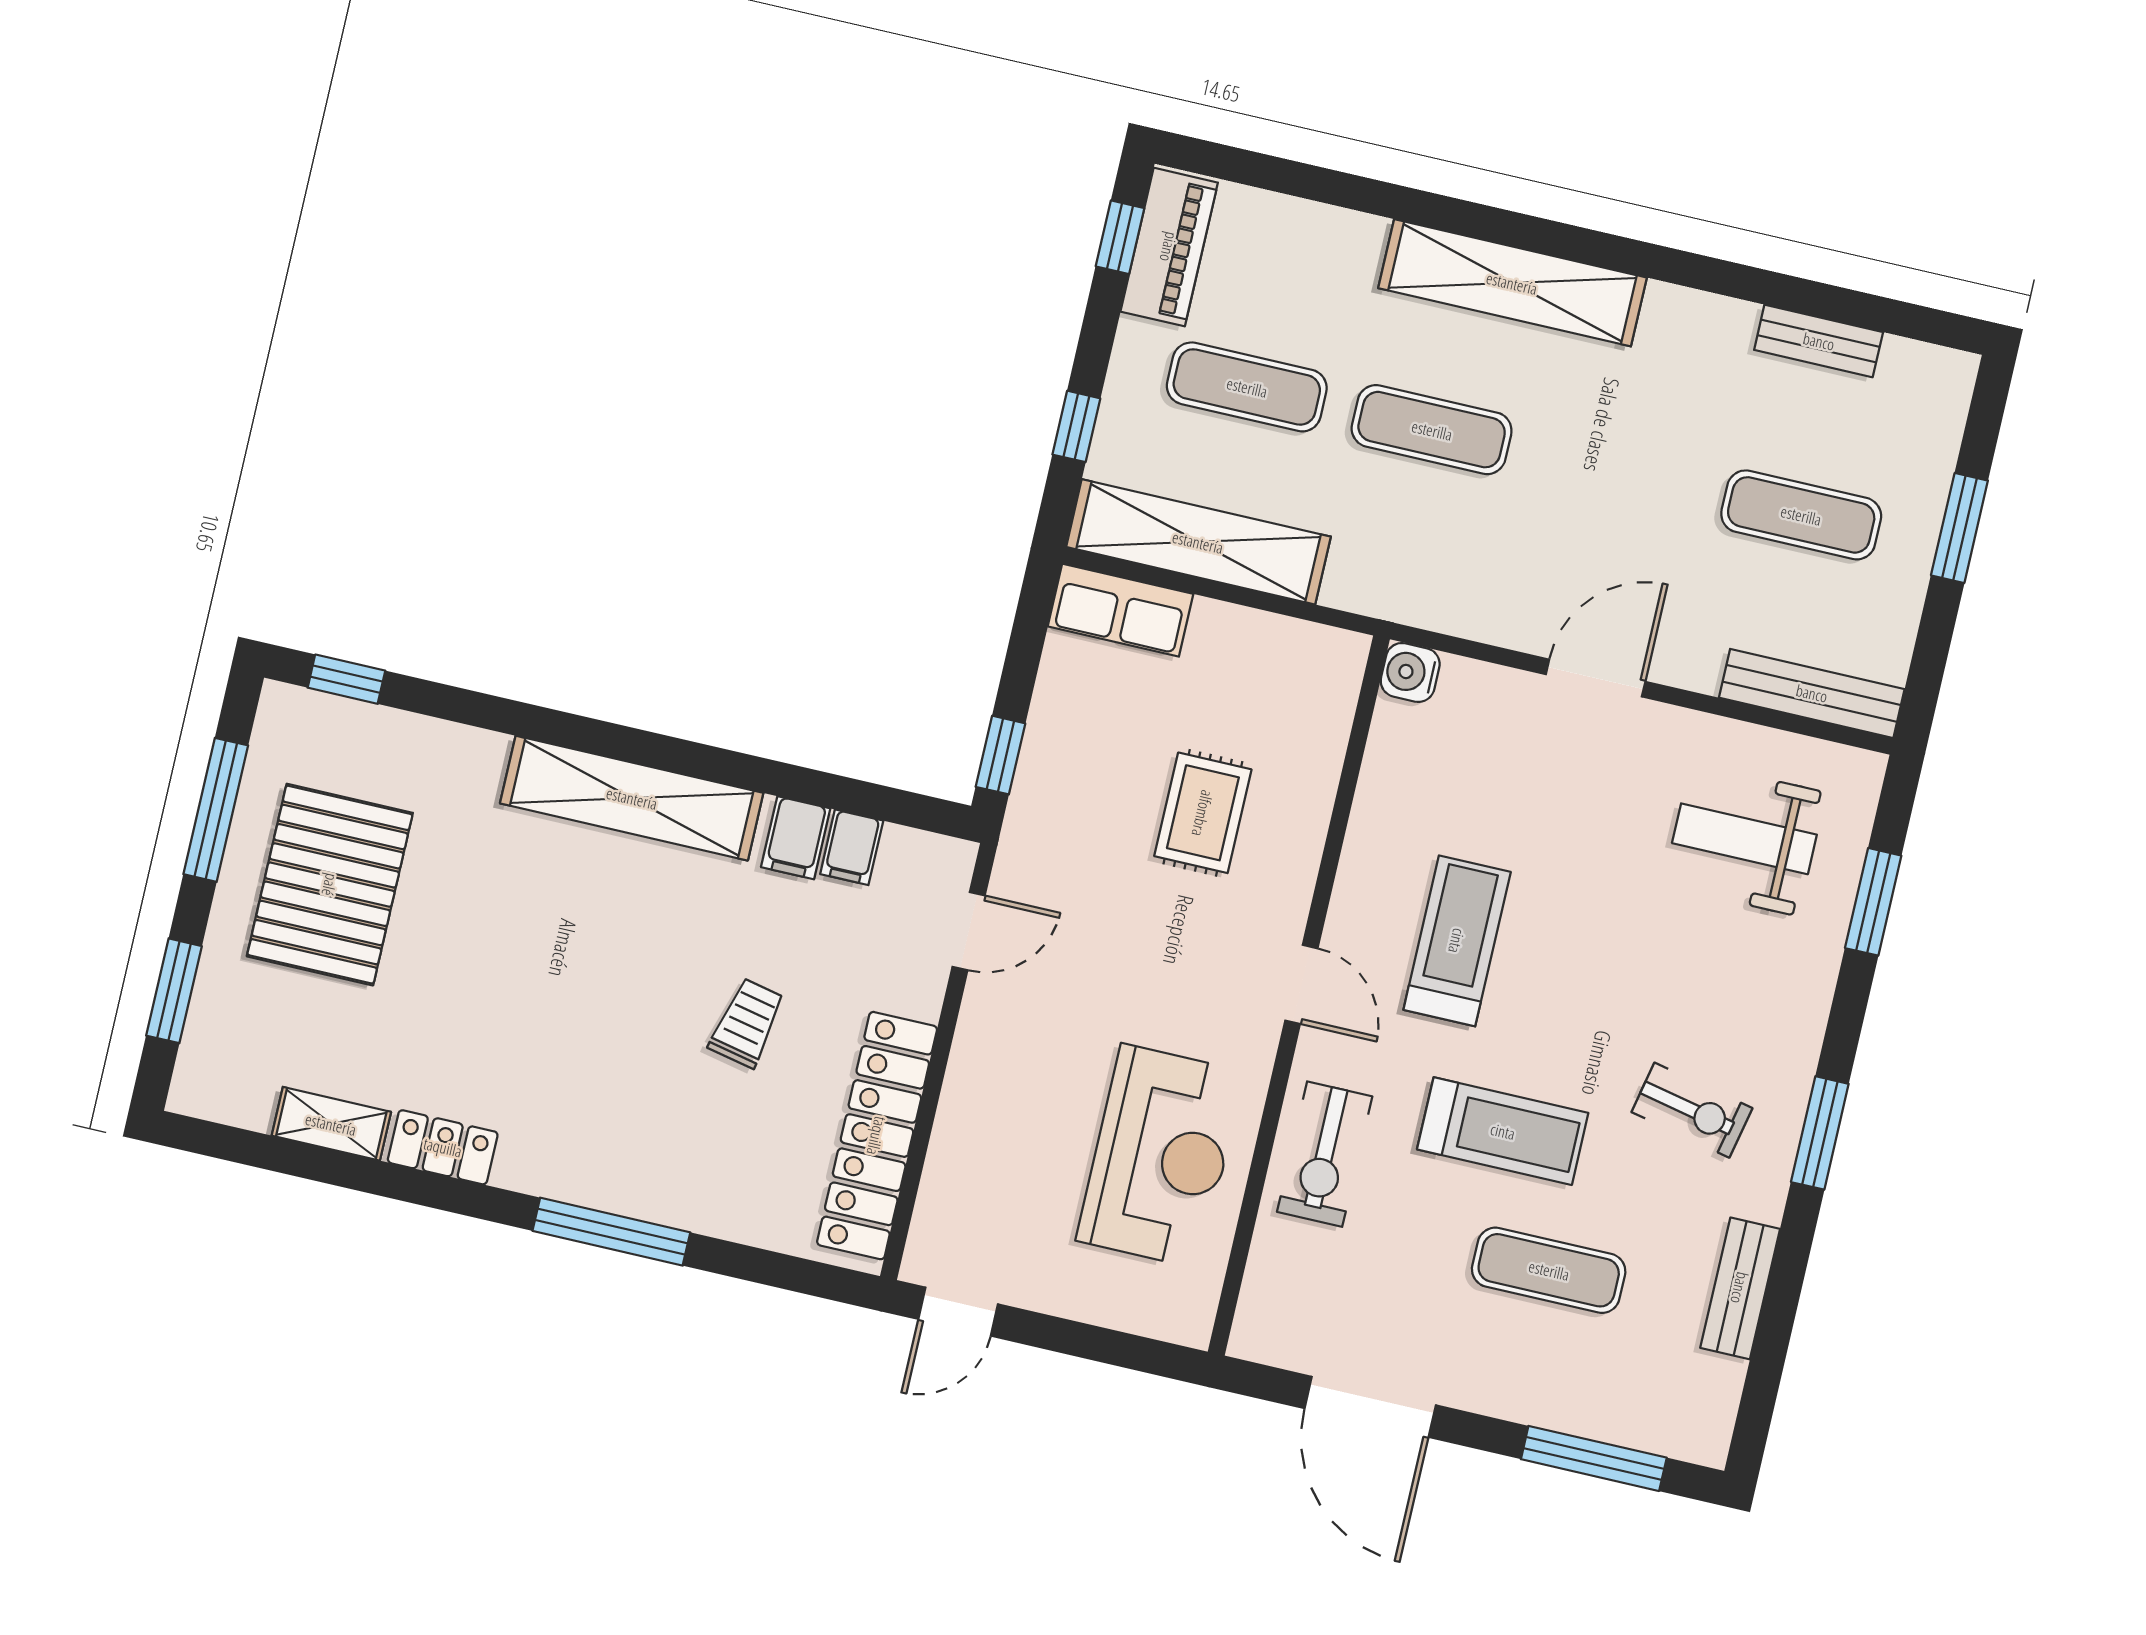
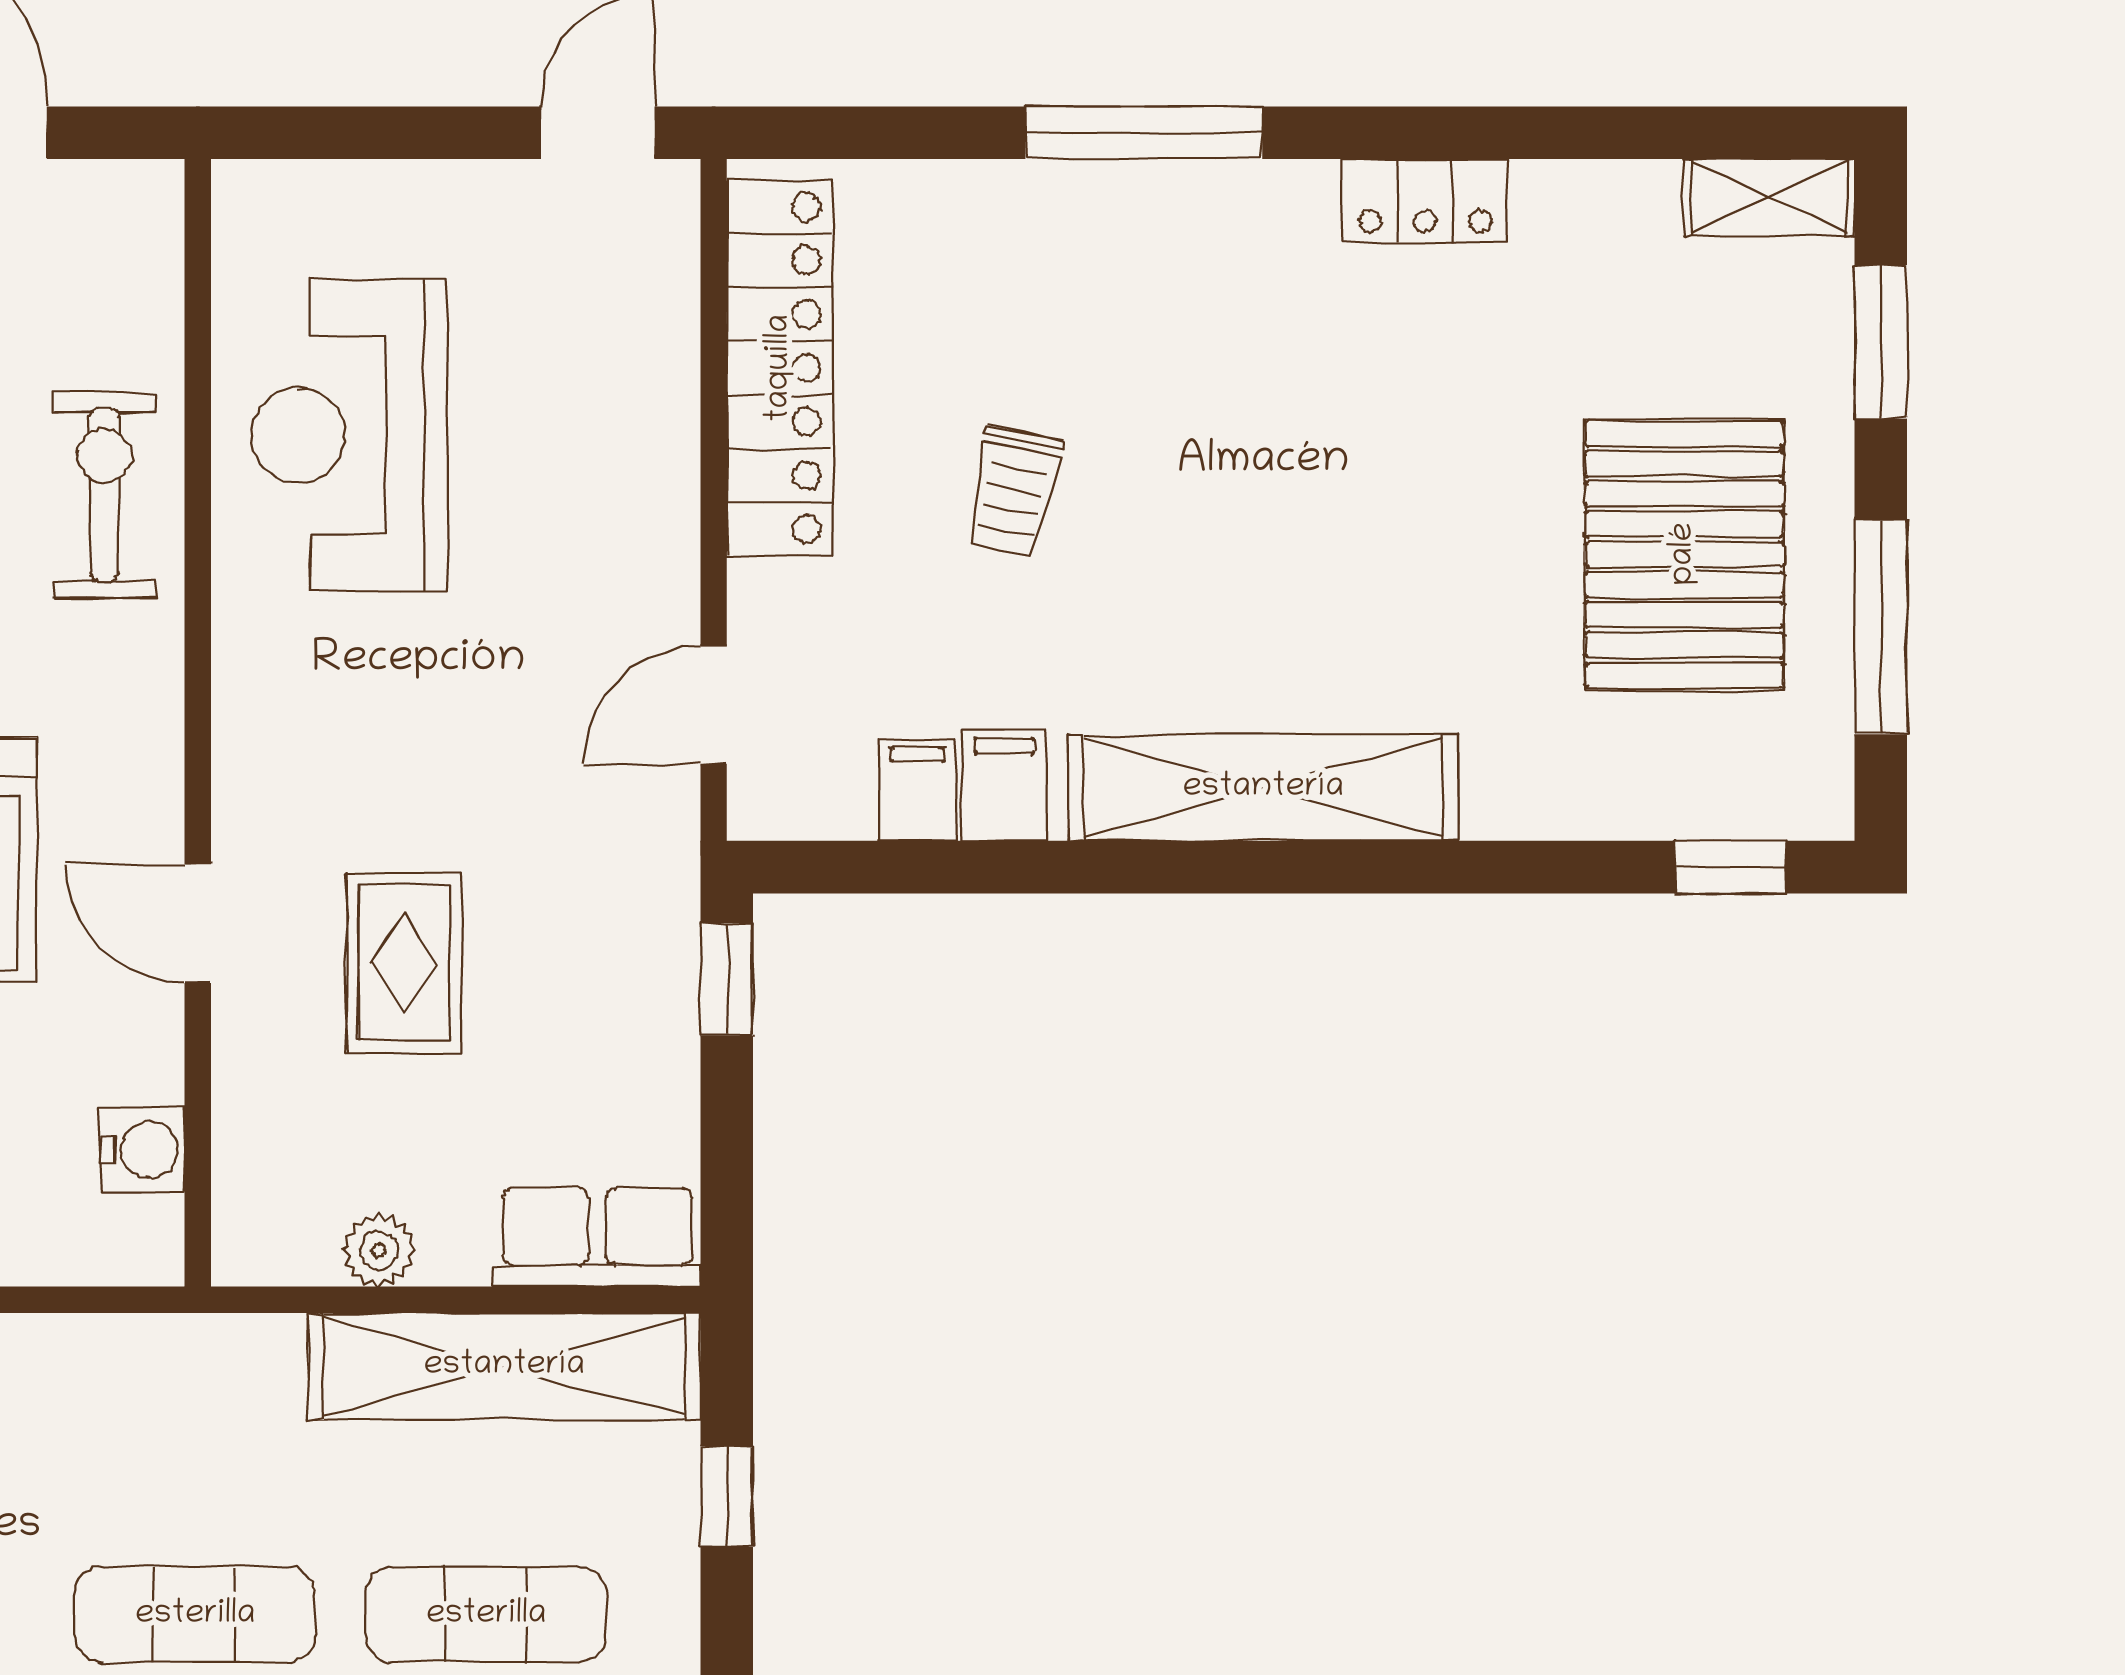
plant: (1261, 634) -> (379, 1250), added
water cooler: (1410, 672) -> (143, 1150), moved
door: (1301, 984) -> (198, 924), moved
shelving: (331, 1124) -> (1769, 197), moved

